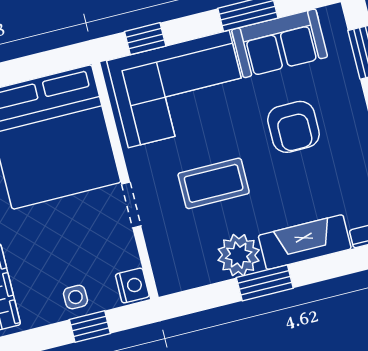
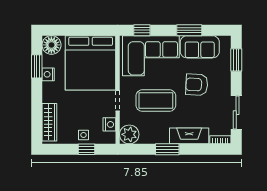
armchair: (293, 127) -> (197, 85), turned 93
coffee table: (214, 183) -> (156, 101), width x1.36, depth x1.32
plant: (239, 255) -> (129, 134), moved
nightstand: (132, 286) -> (109, 124), moved

